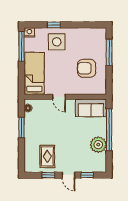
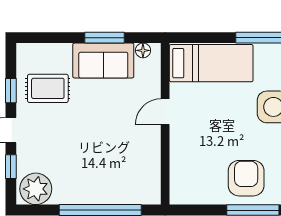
armchair: (87, 68) -> (246, 178), moved
sofa: (91, 108) -> (103, 61), moved, turned -90
plant: (98, 145) -> (36, 189), moved

